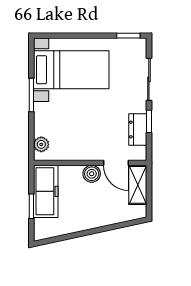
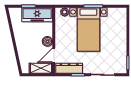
bed with nightstands: (71, 70) -> (88, 29), moved
dresser: (138, 130) -> (69, 68), width x1.44

